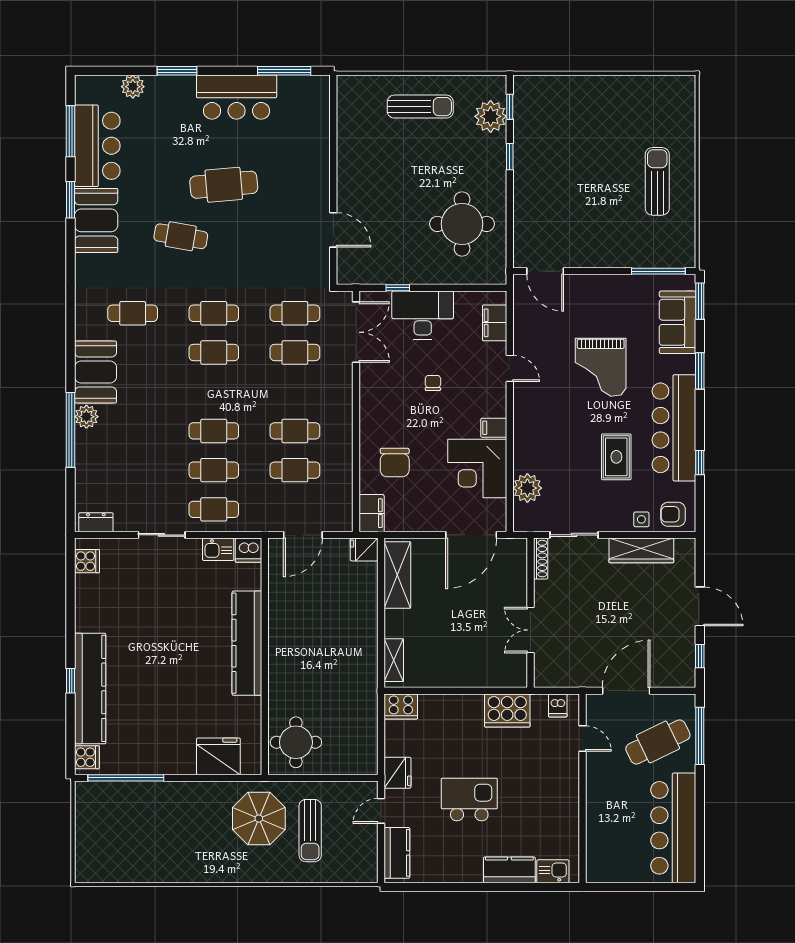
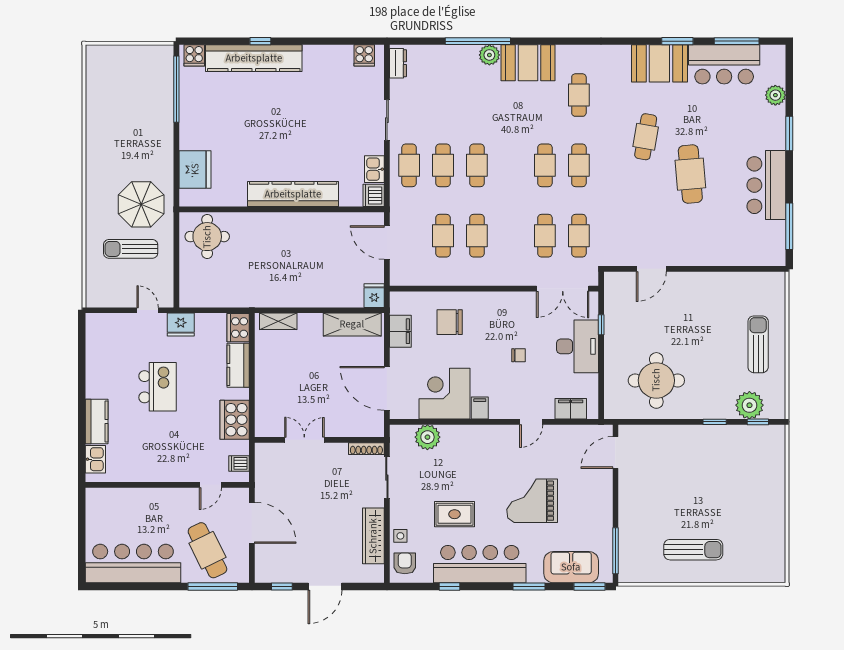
sun lounger: (420, 107) -> (758, 344), turned 180
filing cabinet: (372, 513) -> (400, 331), moved, turned -90
kitchen counter: (397, 853) -> (238, 365), moved, turned 90

